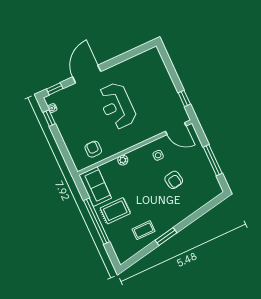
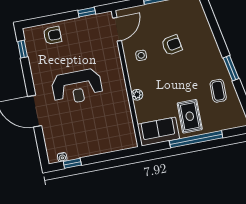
window: (55, 89) -> (23, 49), moved
armchair: (93, 149) -> (52, 35), moved, turned 180

